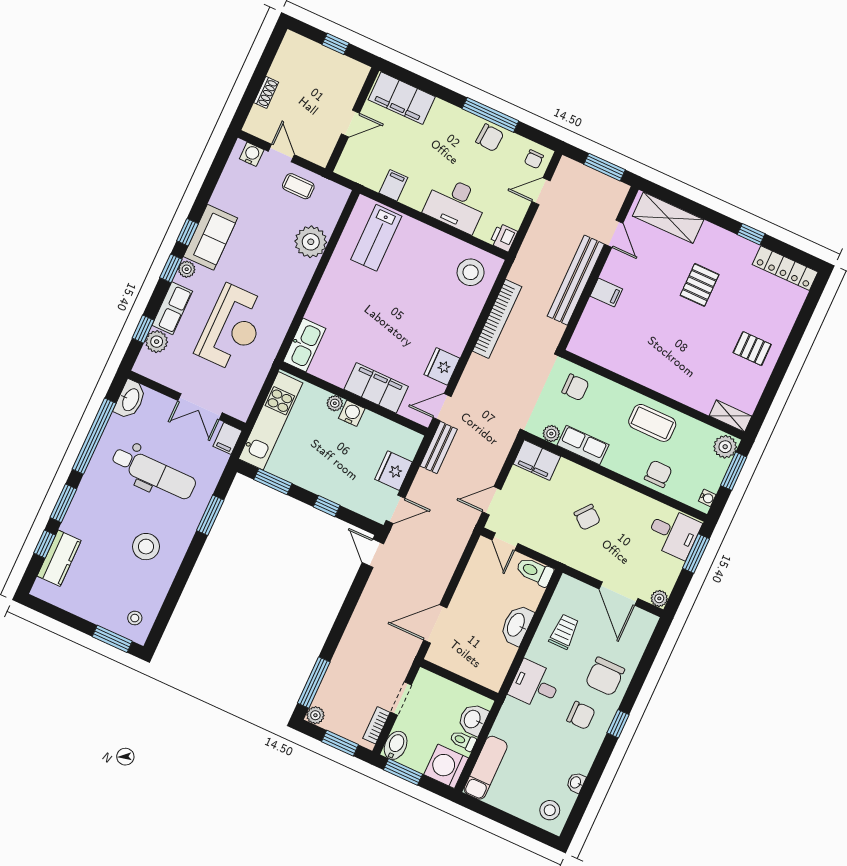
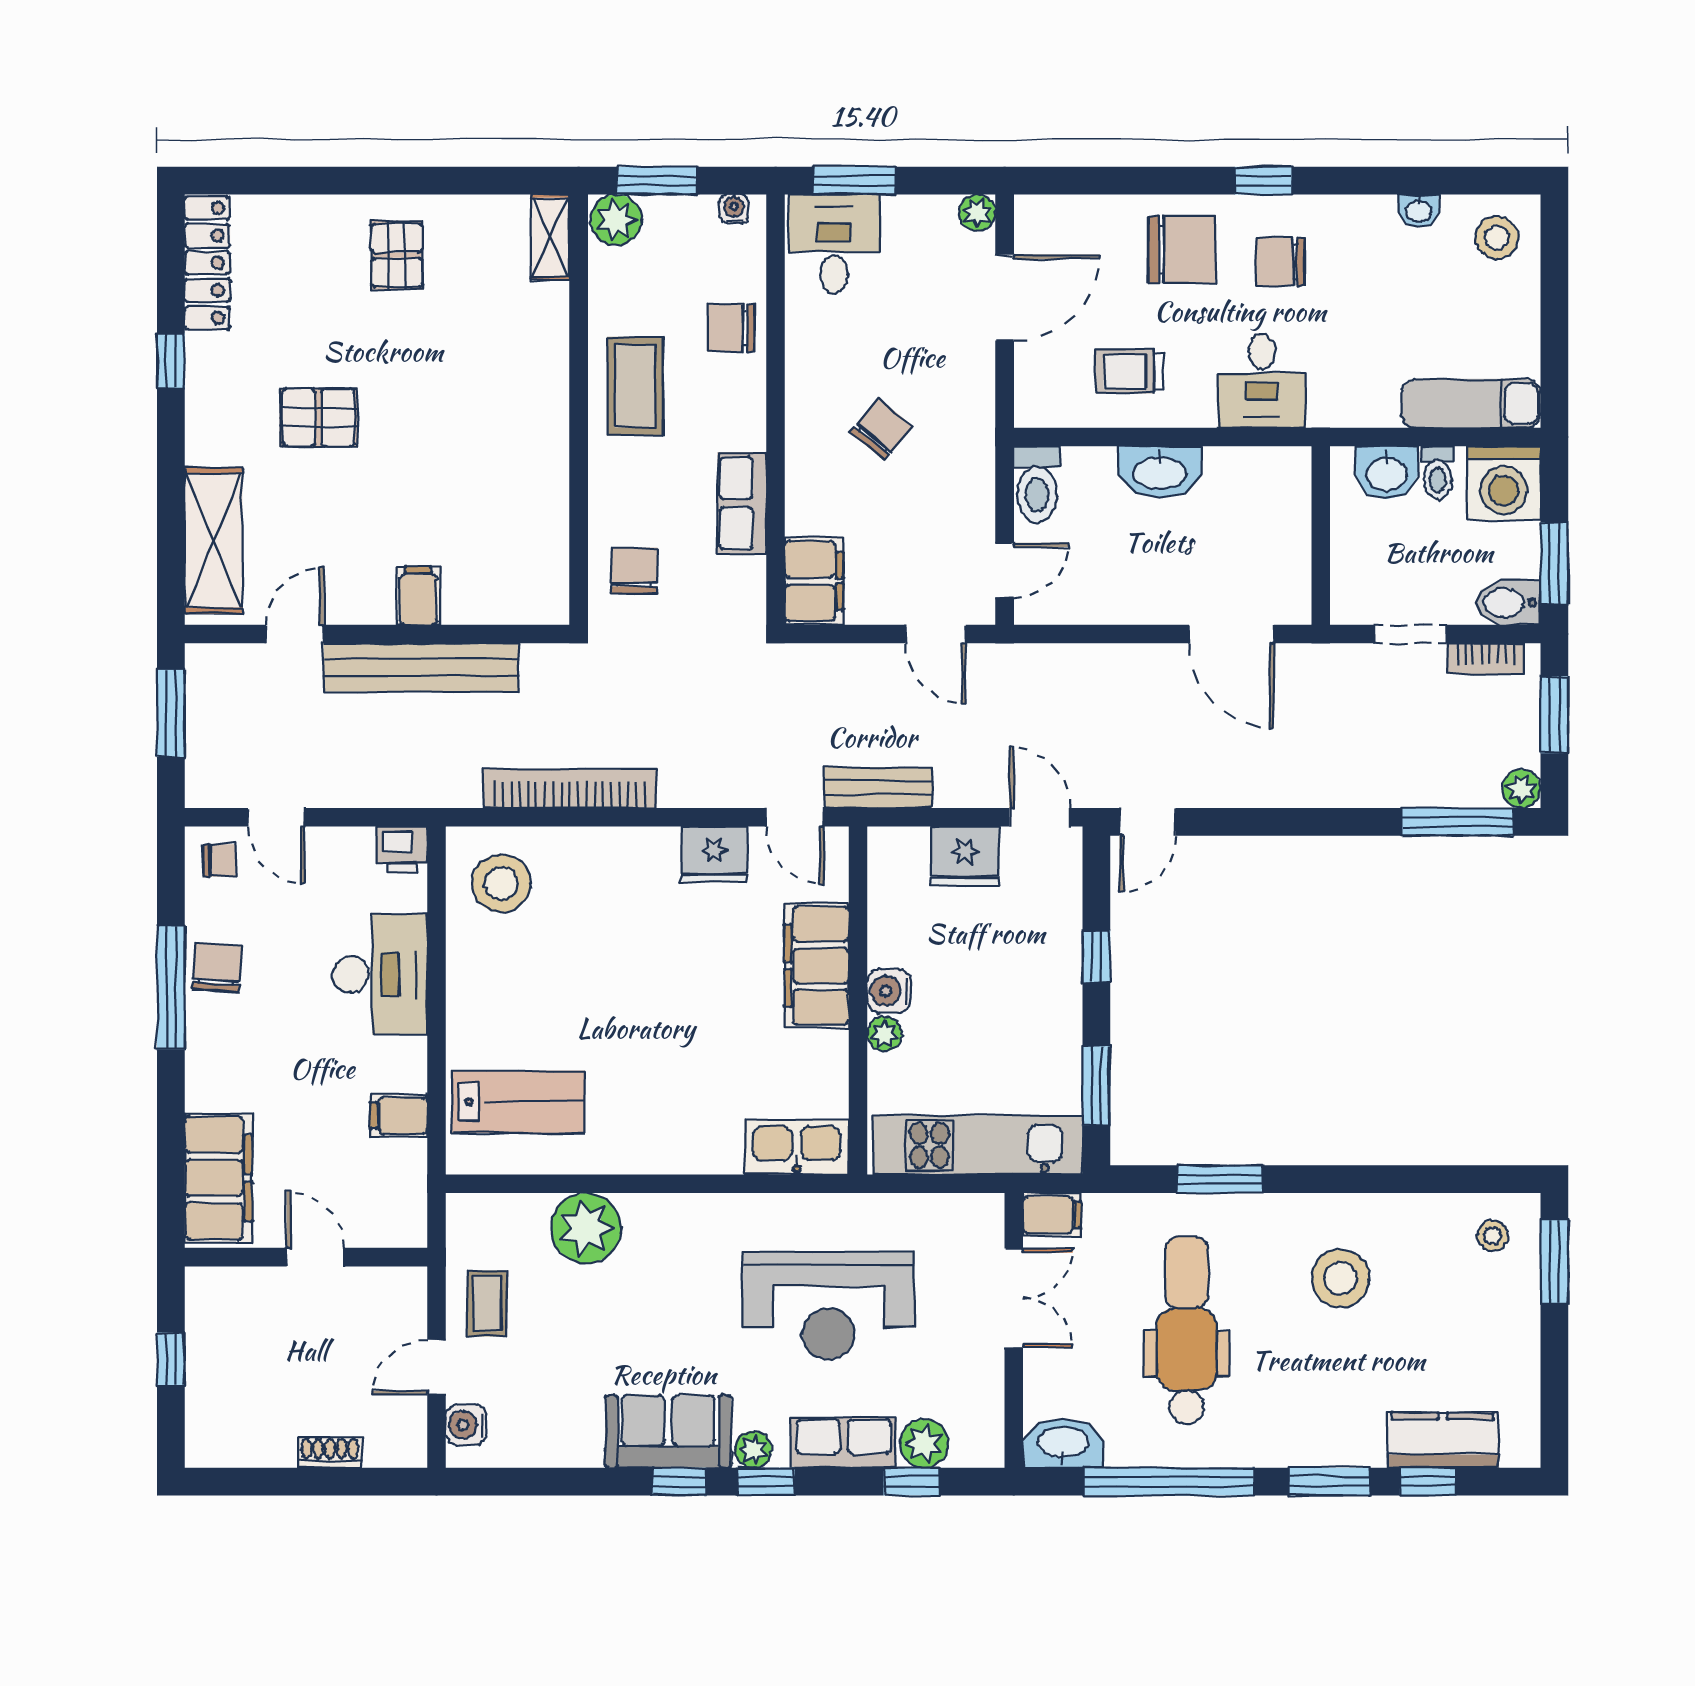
reception desk: (232, 328) -> (828, 1306), turned 180
plant: (551, 434) -> (748, 577), removed
chair: (581, 715) -> (1280, 262), turned -90

